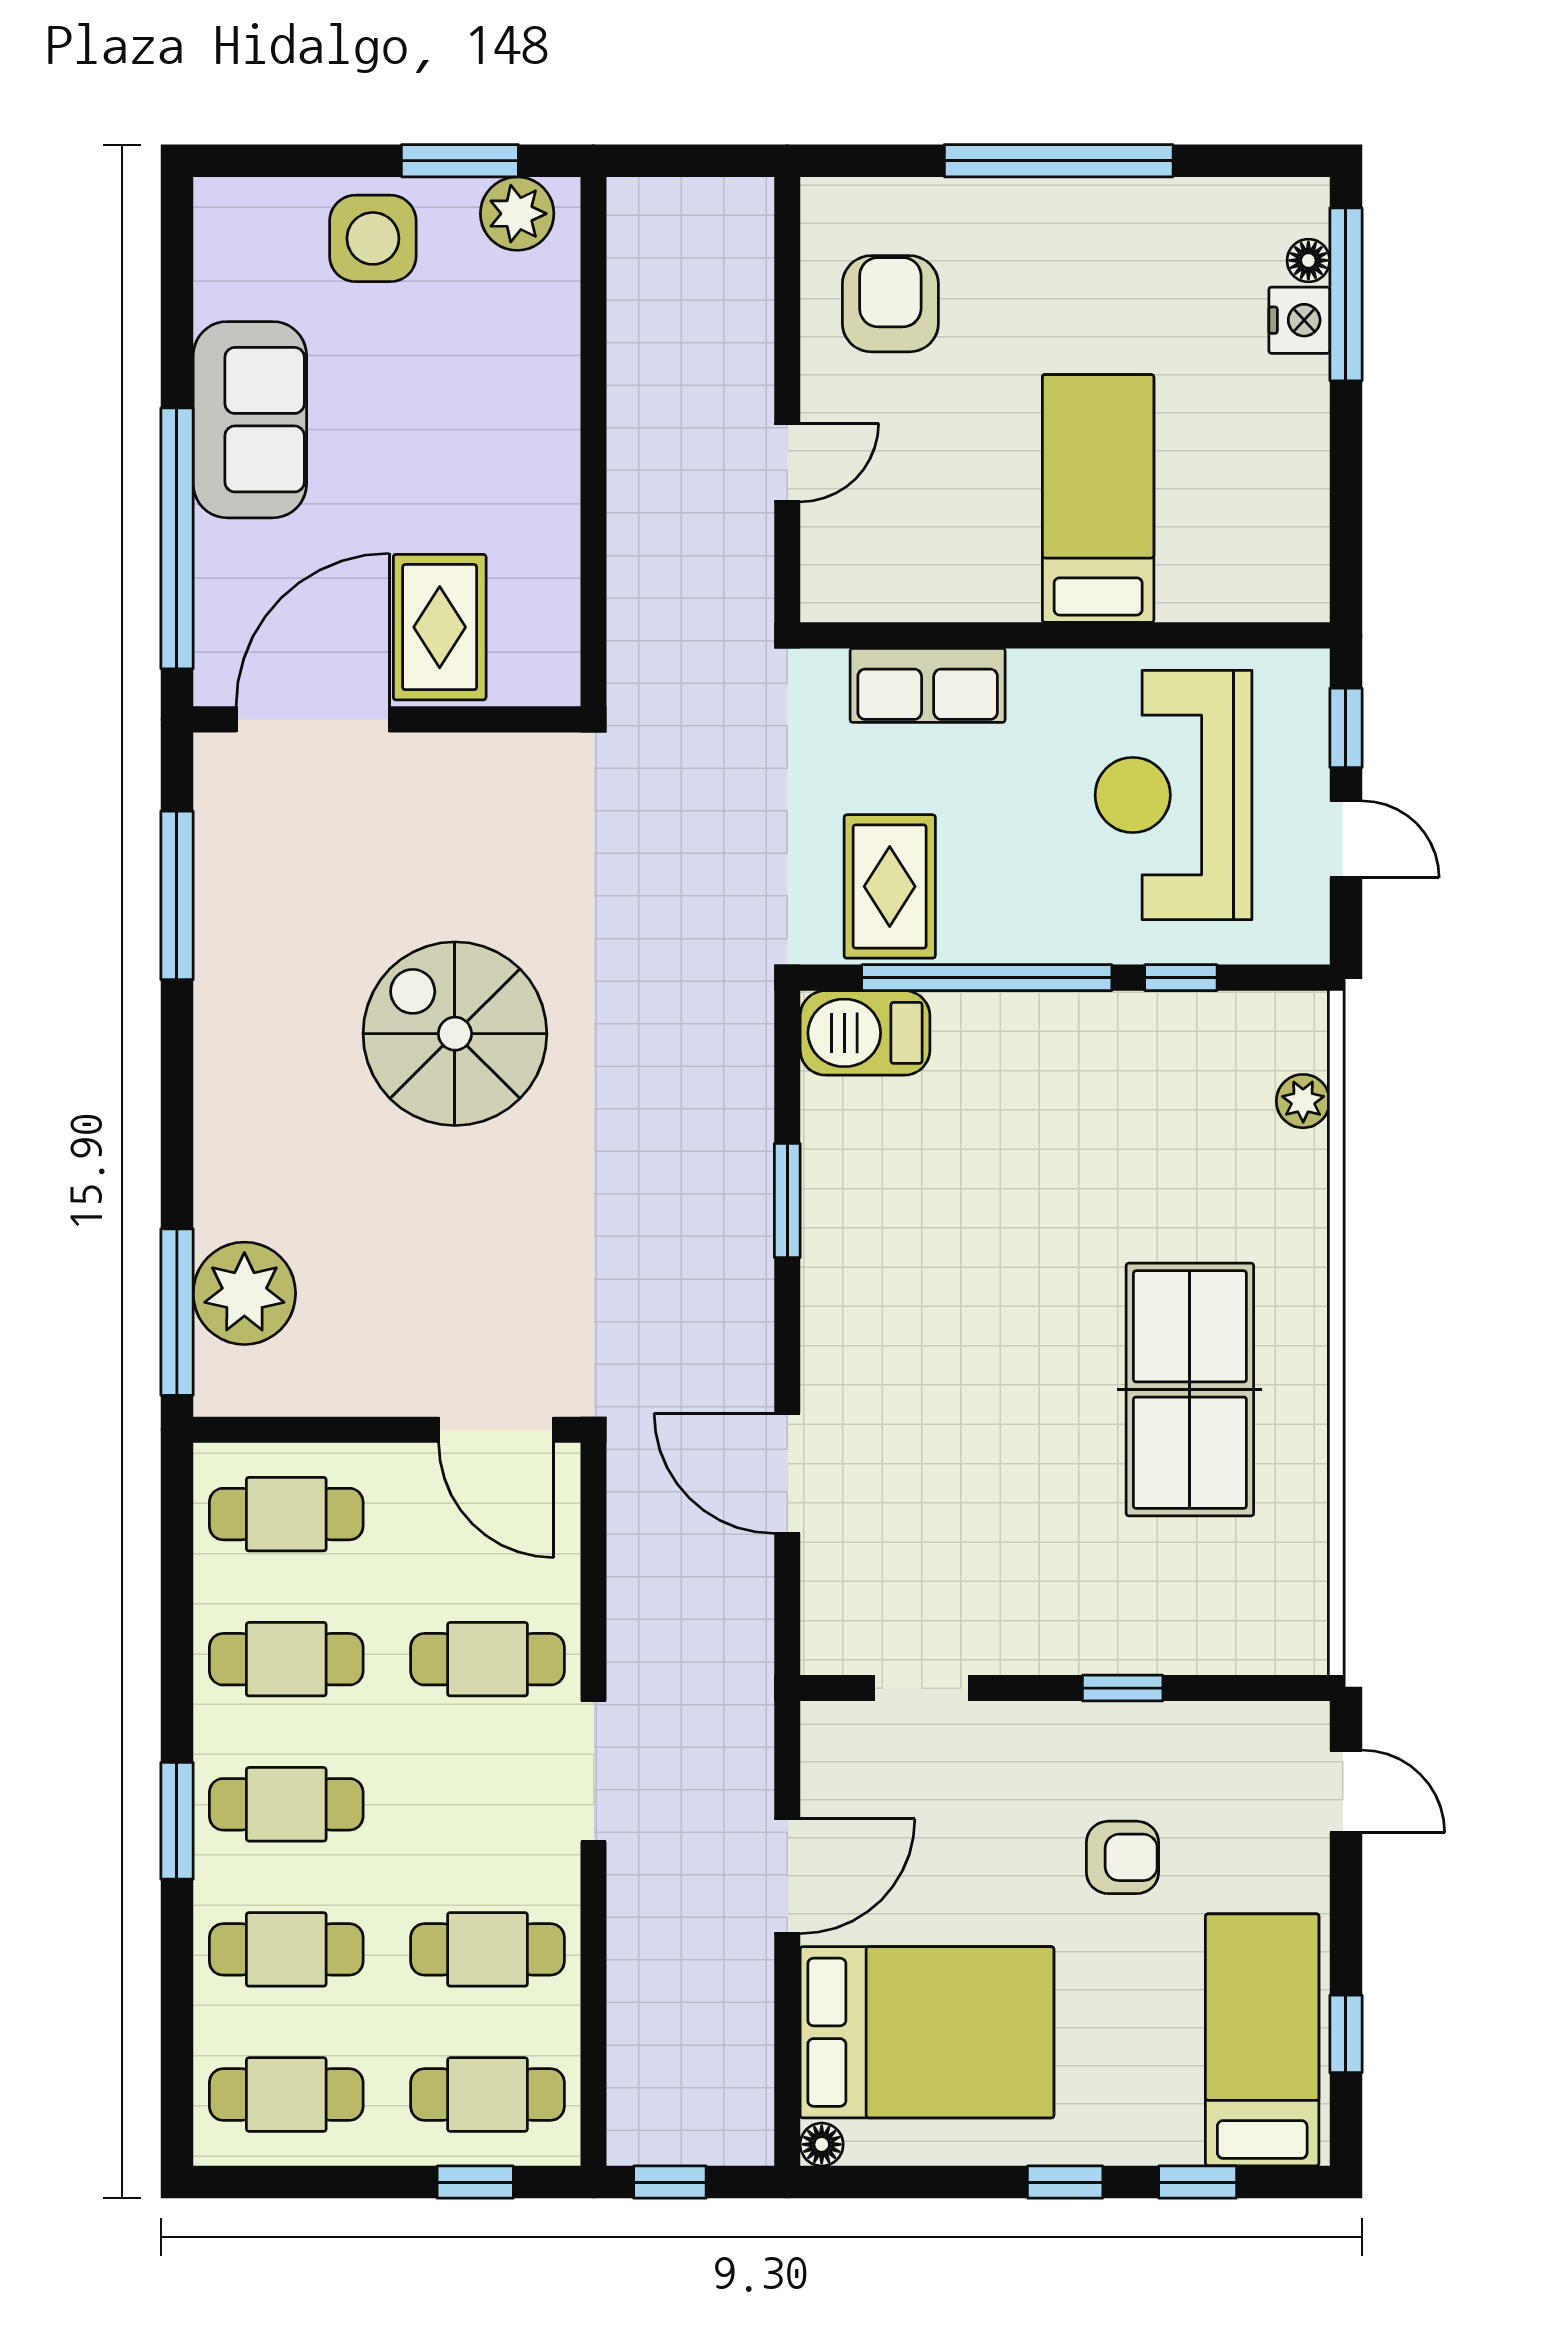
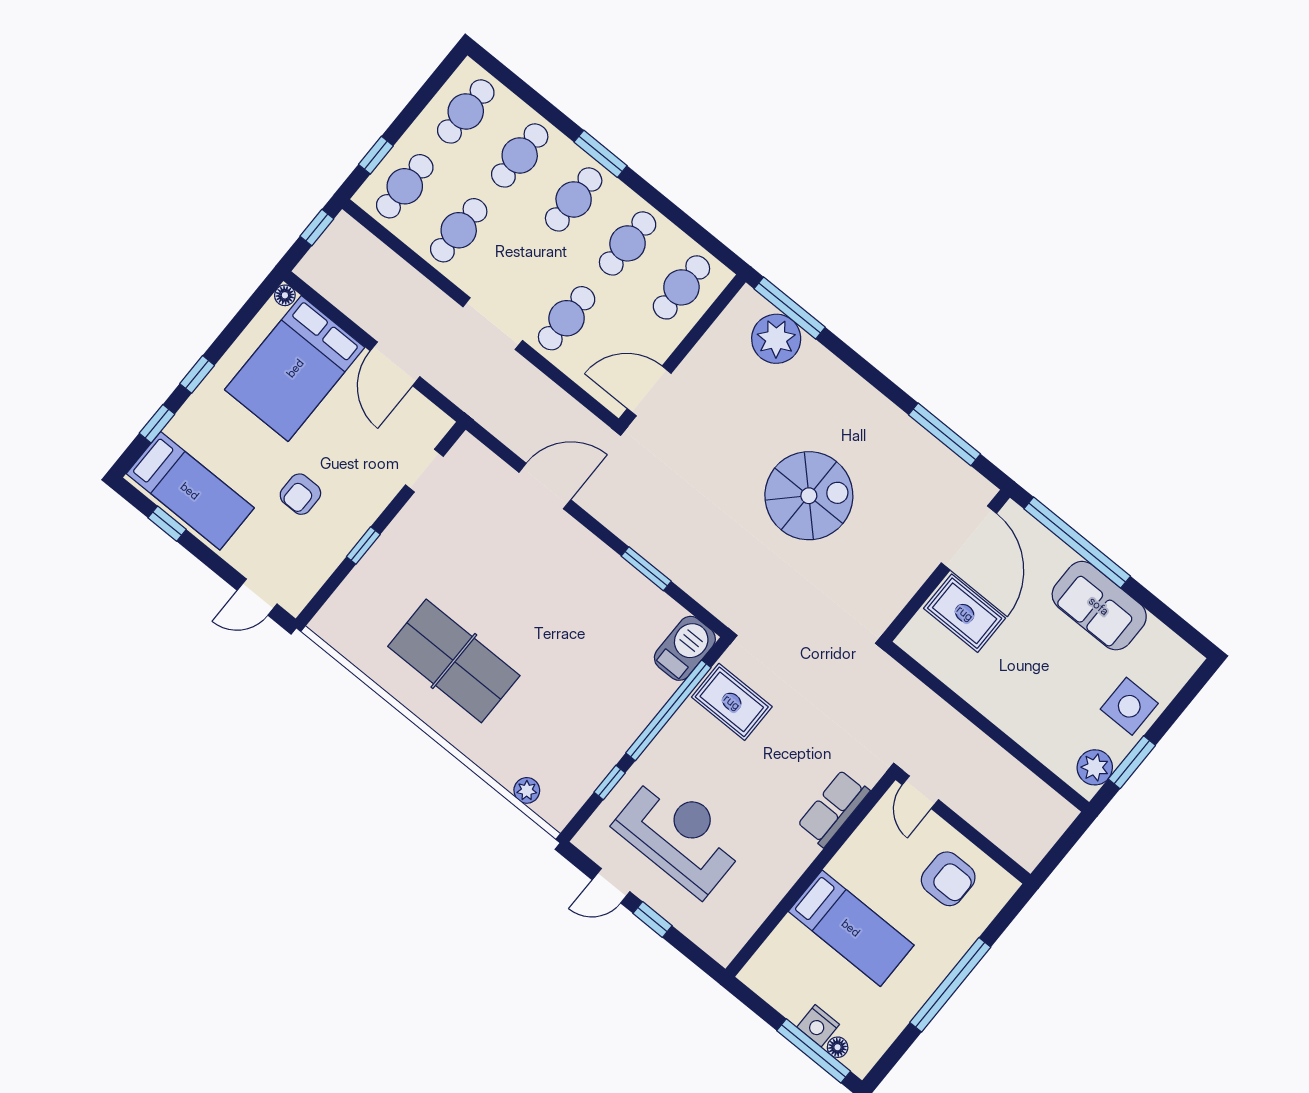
bed: (1098, 499) -> (851, 928), moved
wall: (1065, 635) -> (810, 874), moved
row of seats: (928, 685) -> (833, 808), moved

